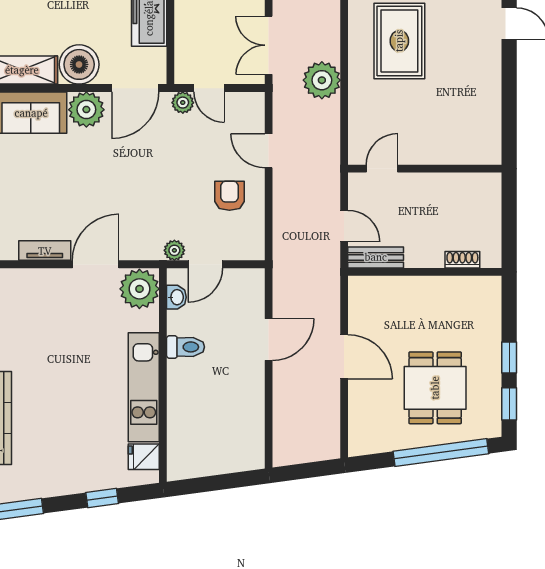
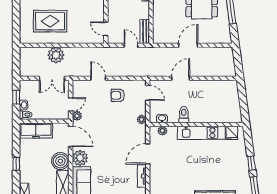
plant: (322, 80) -> (56, 55), moved
door: (269, 151) -> (98, 78), swing flipped
door: (344, 226) -> (131, 45), hinge flipped
door: (96, 264) -> (148, 154), hinge flipped
door: (205, 264) -> (148, 93), moved
plant: (139, 289) -> (162, 131), width x0.53, depth x0.53
door: (269, 340) -> (181, 78), hinge flipped
window: (102, 498) -> (251, 163), moved

